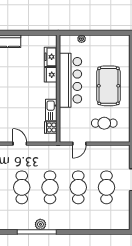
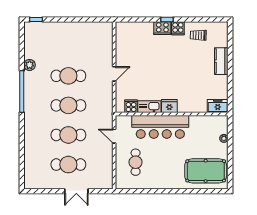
freezer: (51, 57) -> (218, 106), moved
fridge: (51, 75) -> (169, 106), moved
bar counter: (70, 80) -> (160, 127), moved
pool table: (109, 86) -> (206, 171), moved
plant: (40, 224) -> (30, 65), moved

